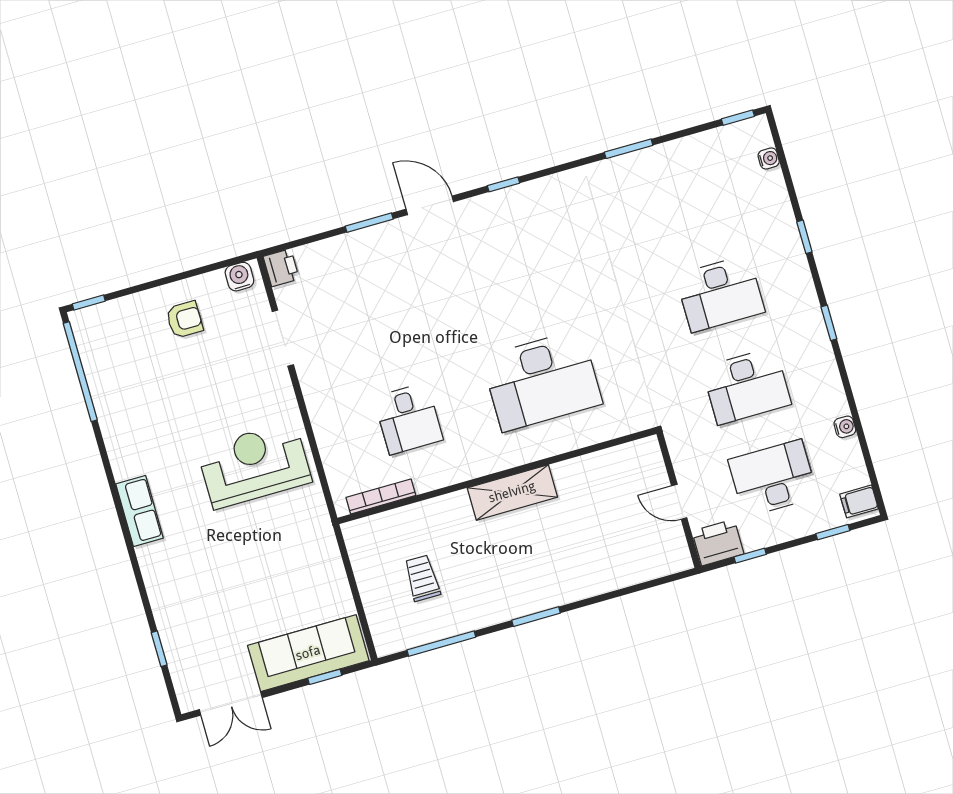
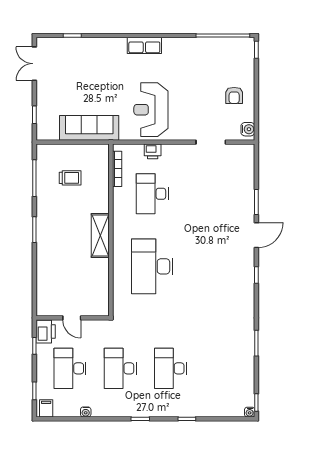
water cooler: (769, 158) -> (250, 412), moved
printer: (281, 268) -> (153, 151), moved
desk: (408, 419) -> (152, 194), width x1.37
reception desk: (254, 465) -> (151, 110), turned 180
desk: (773, 478) -> (70, 368), turned 180
door: (679, 502) -> (72, 318), swing flipped
sofa: (308, 653) -> (89, 128), moved, turned -90

